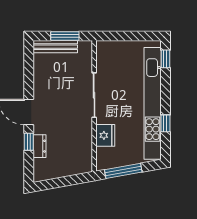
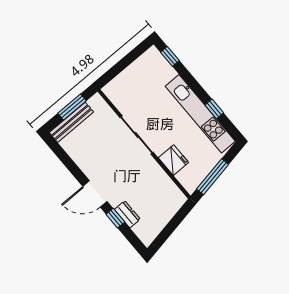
kitchen unit: (153, 103) -> (200, 114), width x0.73

